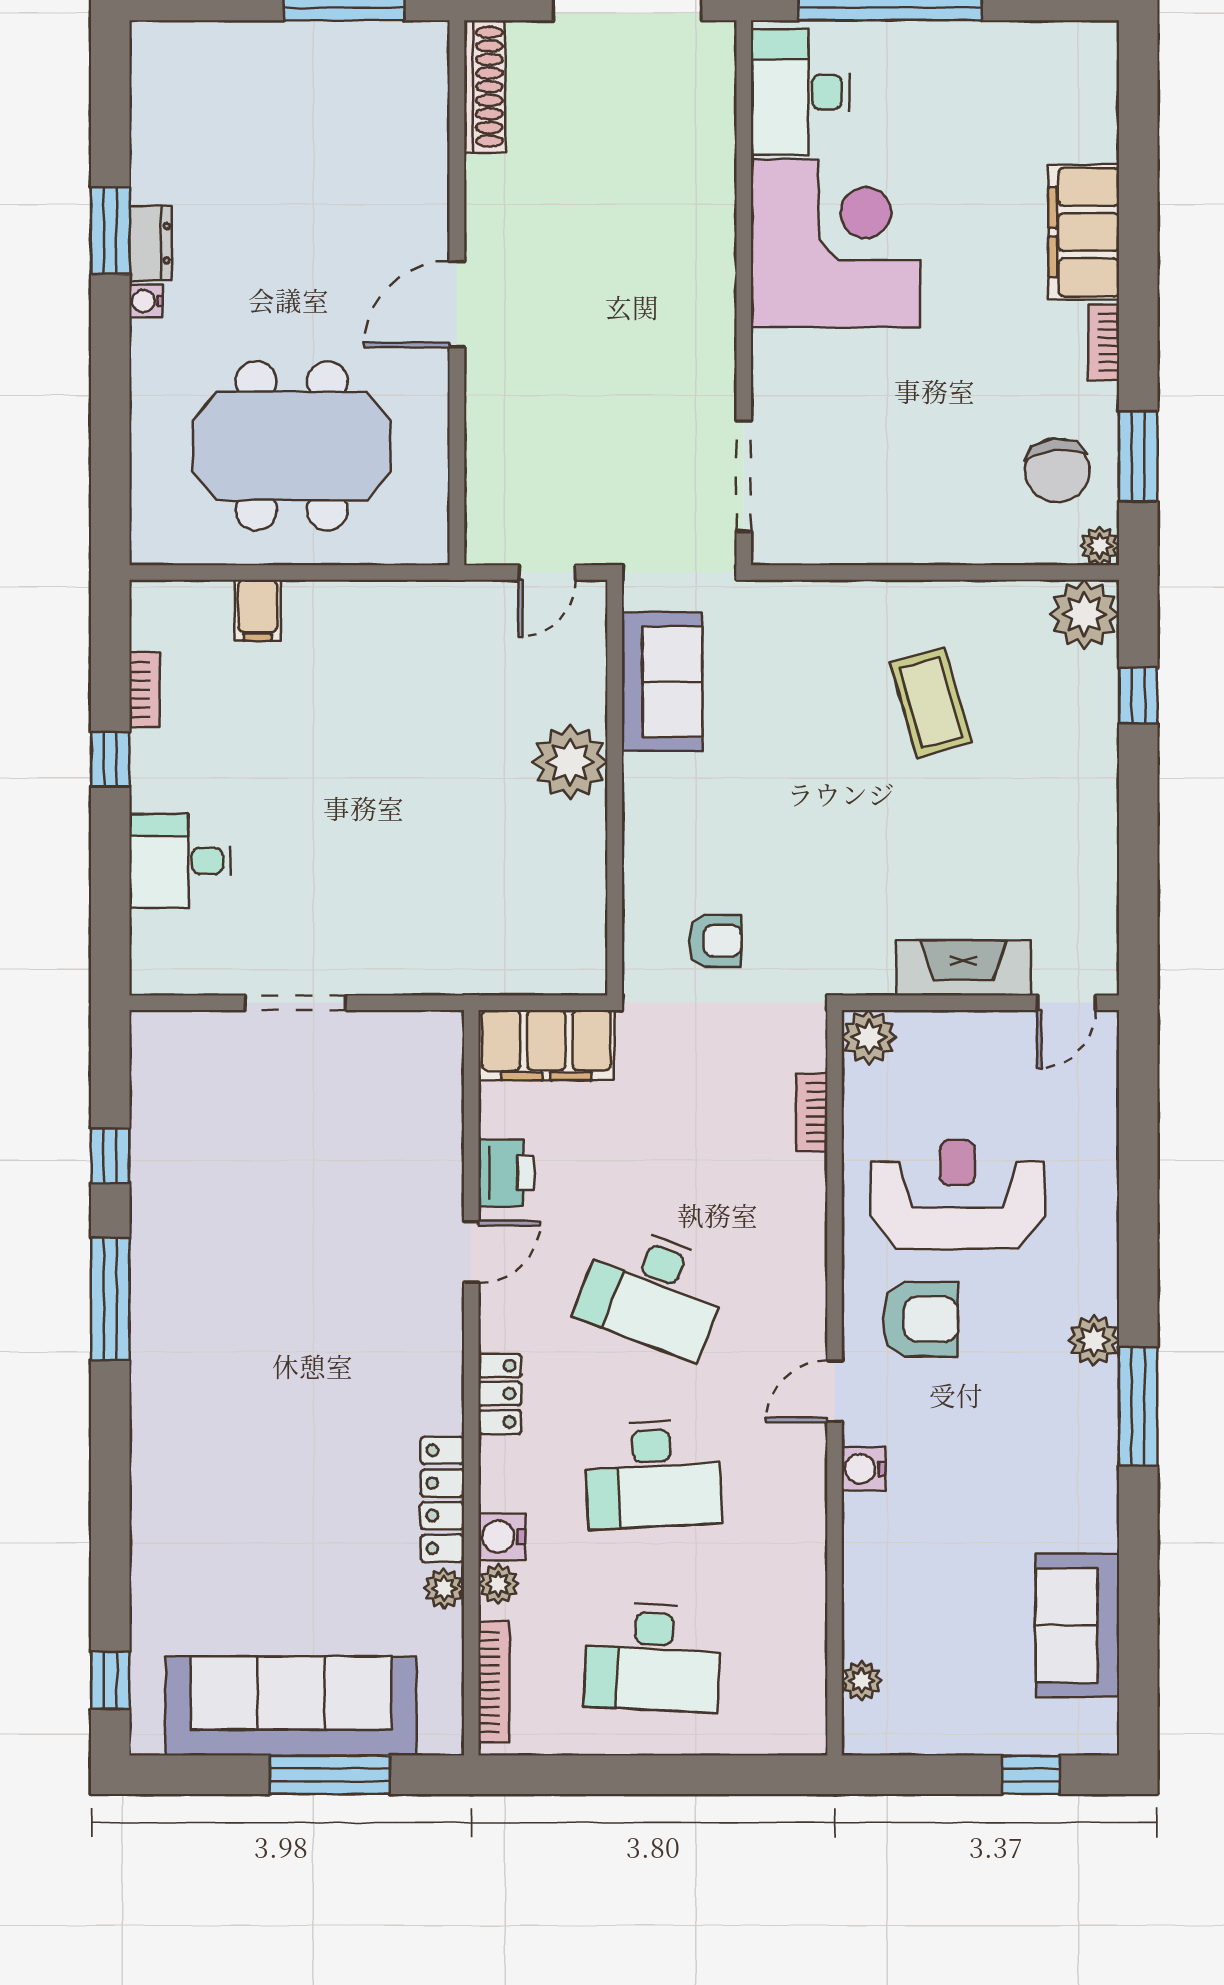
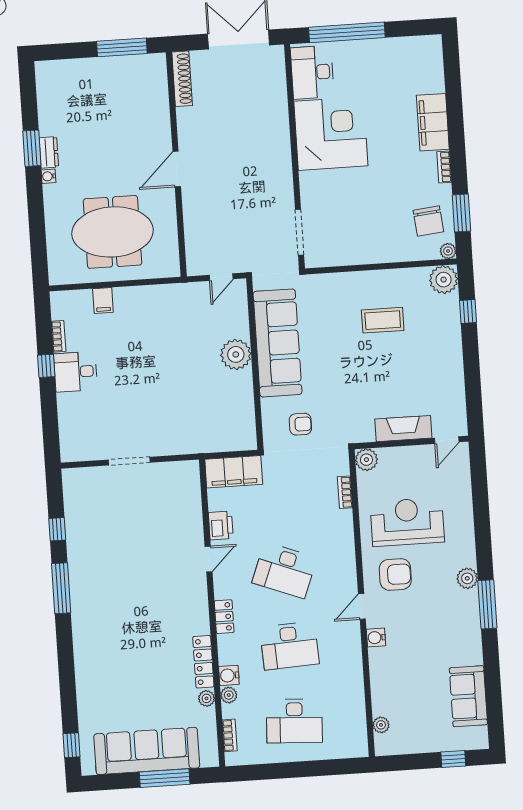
sofa: (662, 682) -> (278, 343), width x1.85, depth x1.27
coffee table: (931, 703) -> (383, 320), turned -74
desk: (180, 861) -> (76, 372), moved
bookcase: (494, 1682) -> (230, 735), width x0.64

